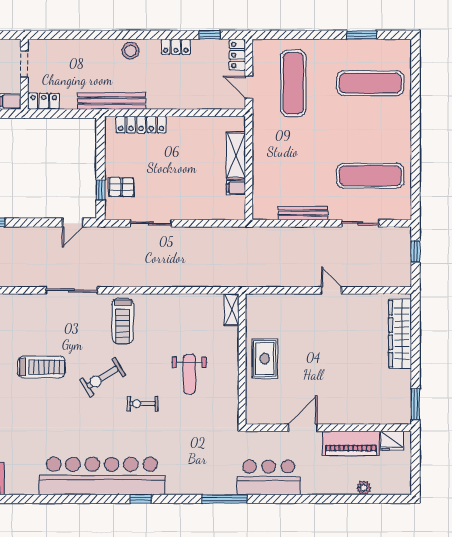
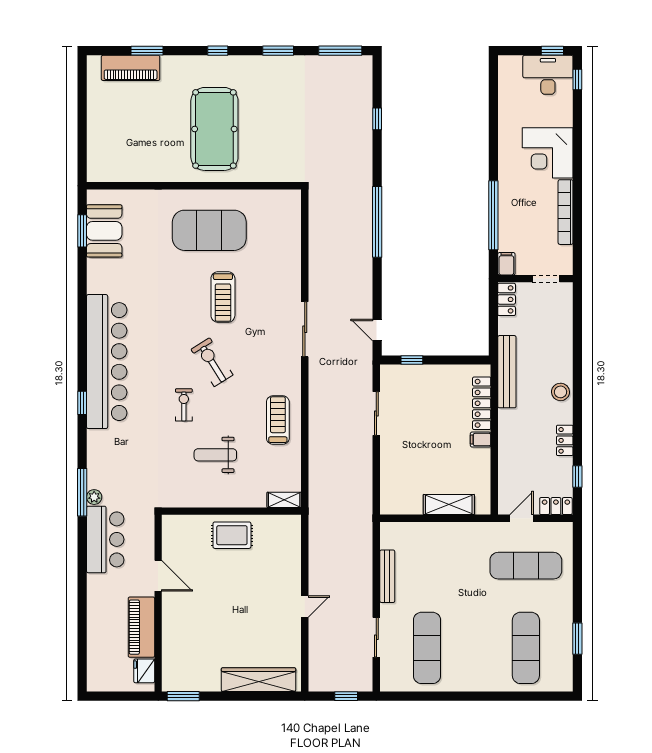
pallet: (121, 187) -> (415, 382), removed
filing cabinet: (236, 188) -> (481, 440), moved, turned -90
treadmill: (123, 321) -> (278, 420), moved, turned 90
plant: (364, 488) -> (94, 497), moved

